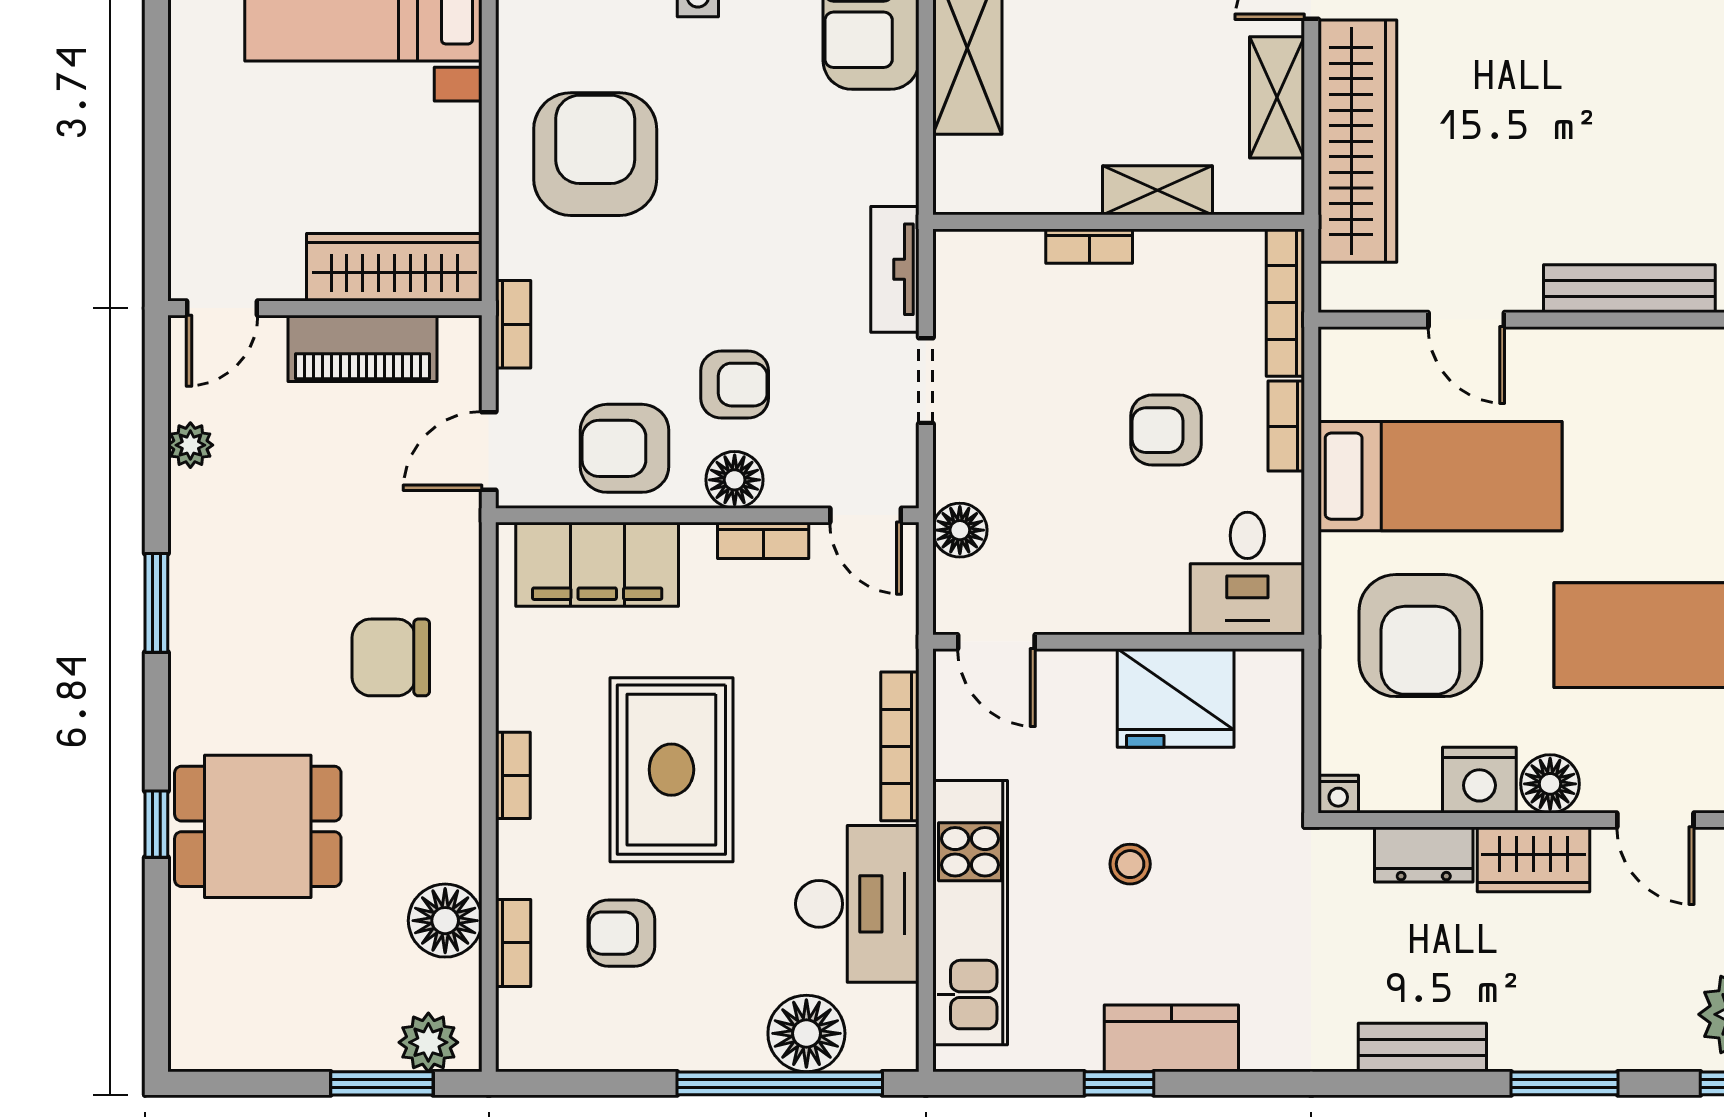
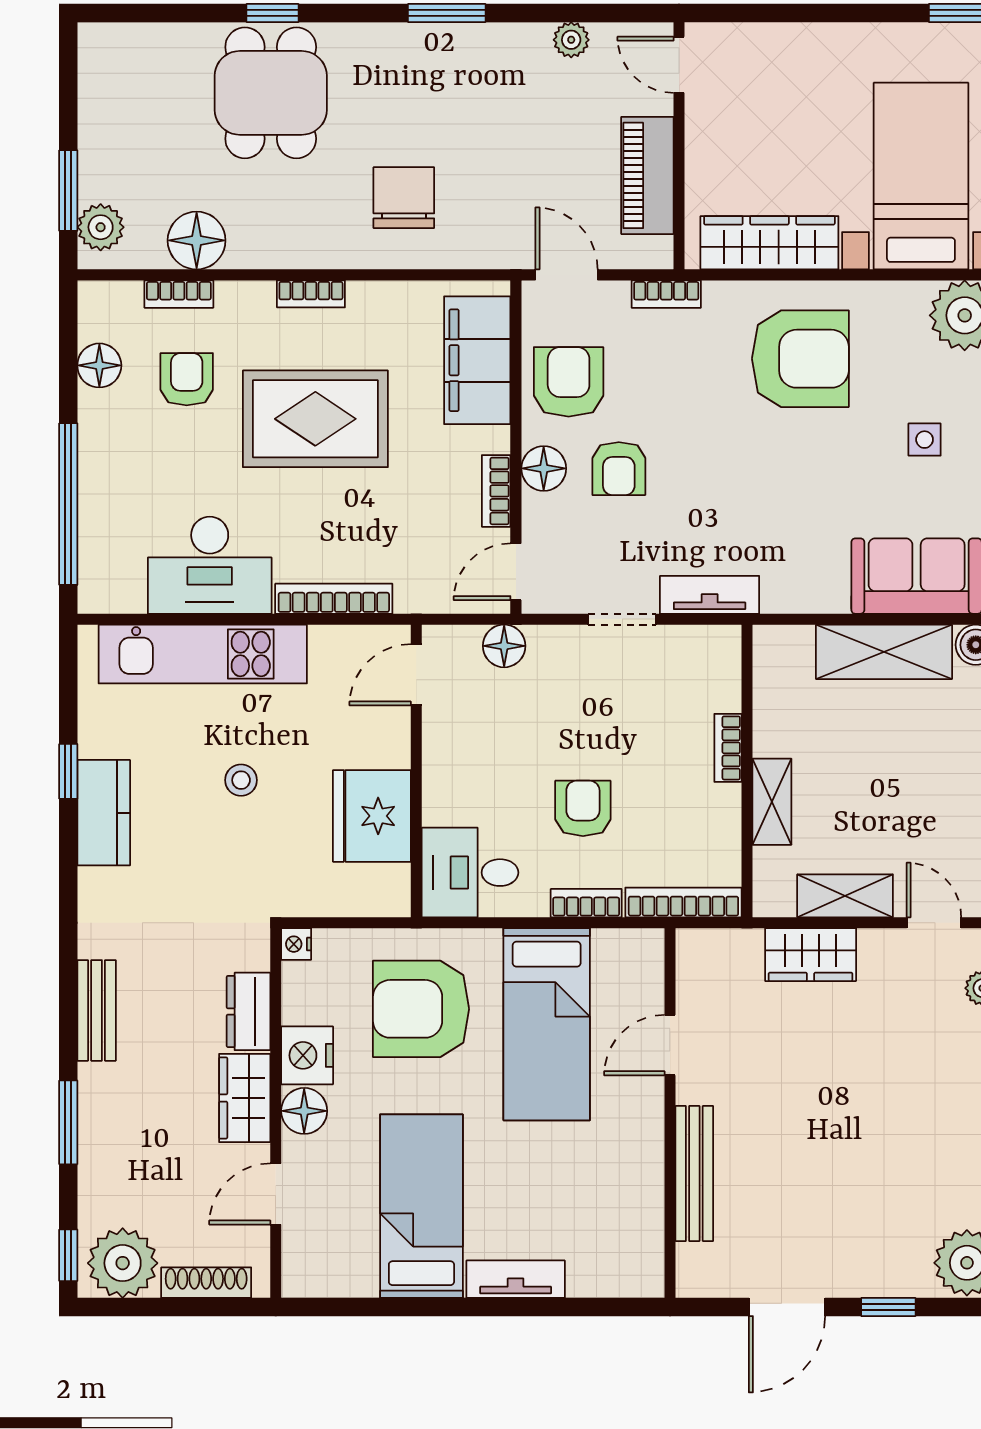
wardrobe: (1357, 141) -> (811, 955), width x0.48, depth x0.85
wardrobe: (394, 267) -> (769, 243), moved, turned -90
floor lamp: (806, 1033) -> (99, 365), moved, width x0.73, depth x0.73

